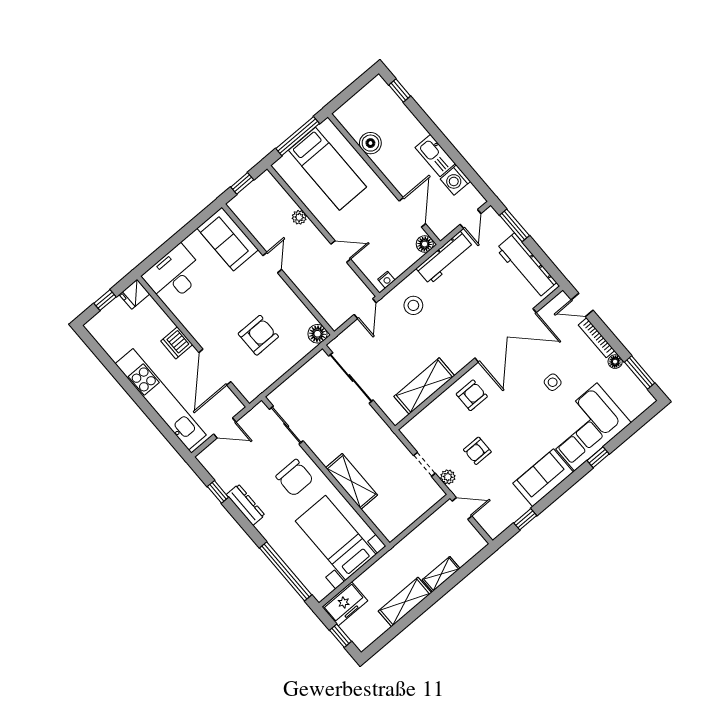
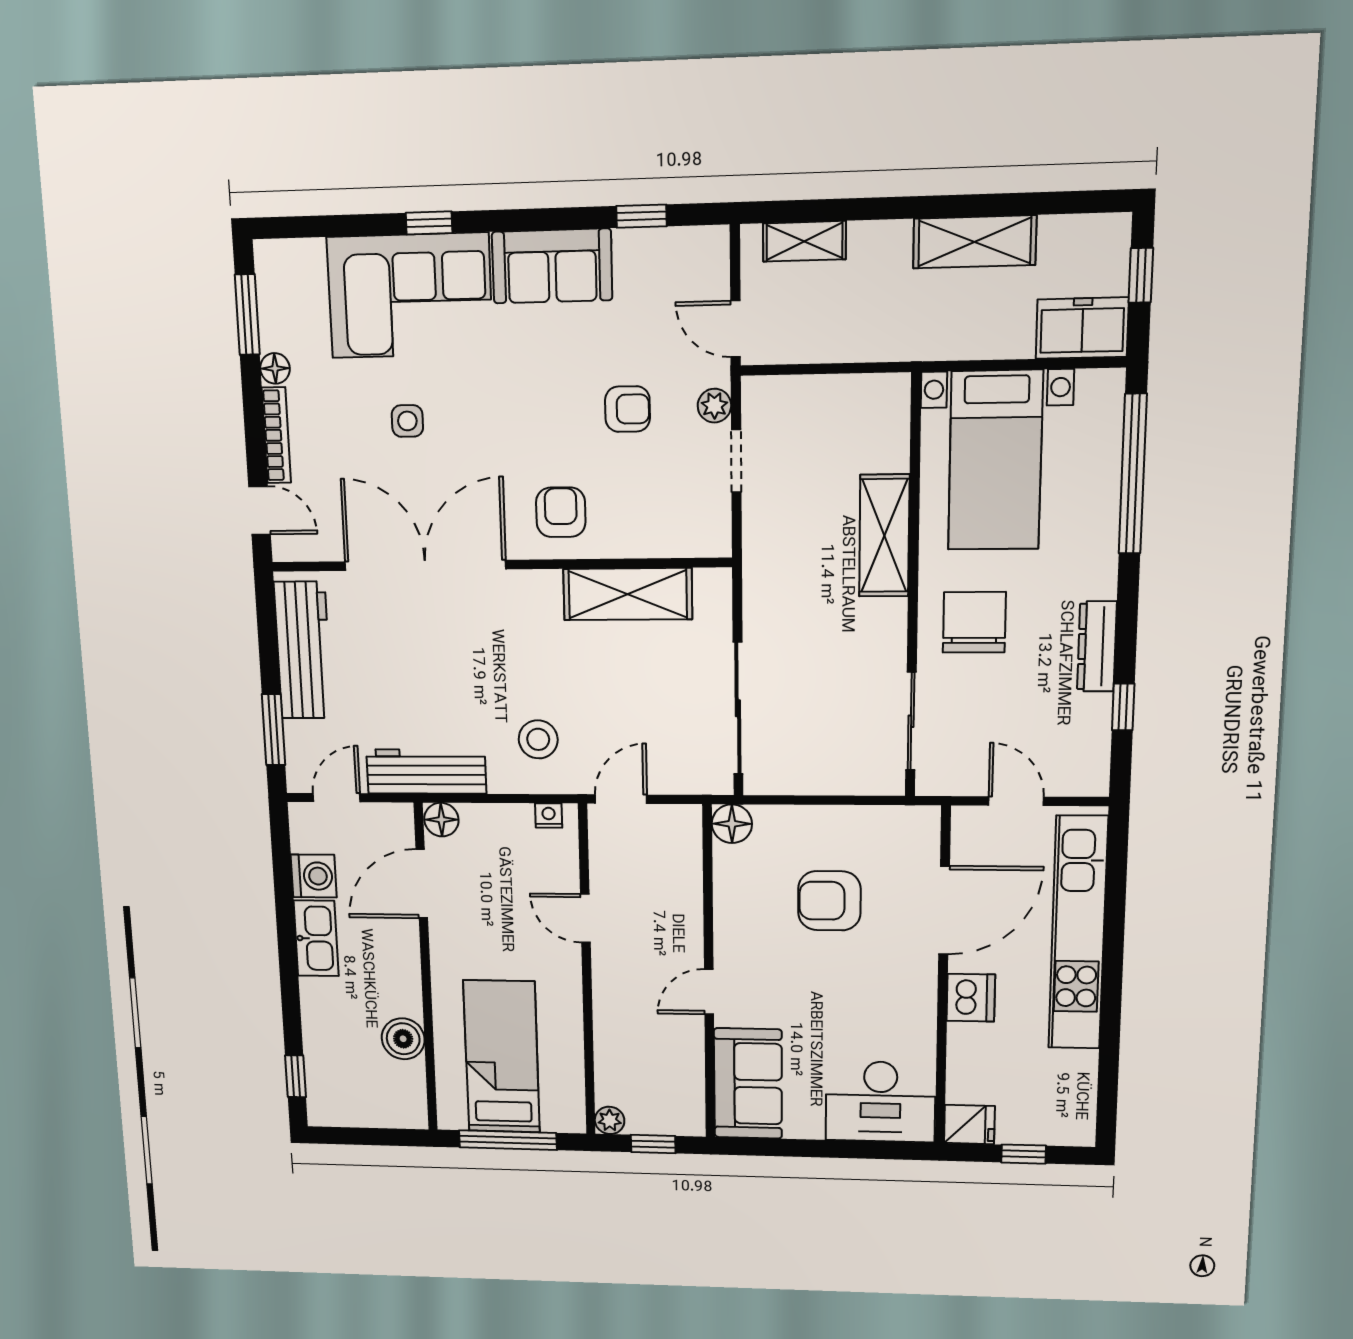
plant: (299, 217) -> (610, 1120), moved
armchair: (472, 395) -> (561, 512), turned 90
shelving: (441, 574) -> (804, 241), moved

